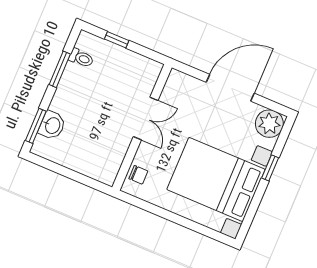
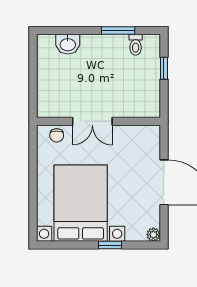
double door: (146, 118) -> (92, 121), moved
plant: (269, 124) -> (153, 235), width x0.53, depth x0.53
window: (36, 126) -> (61, 30), removed

